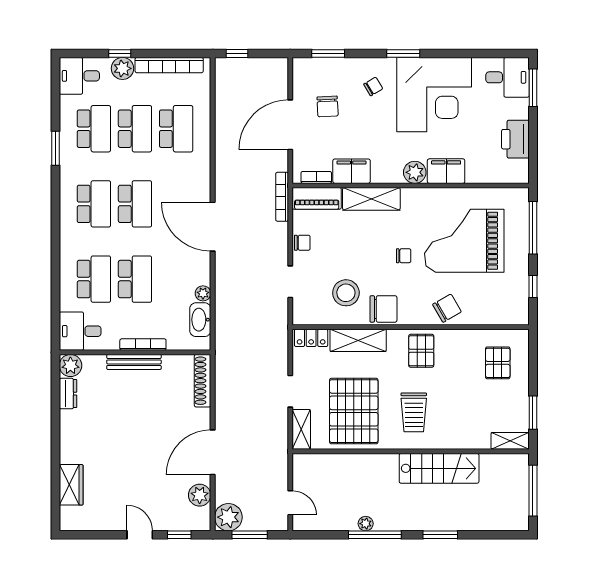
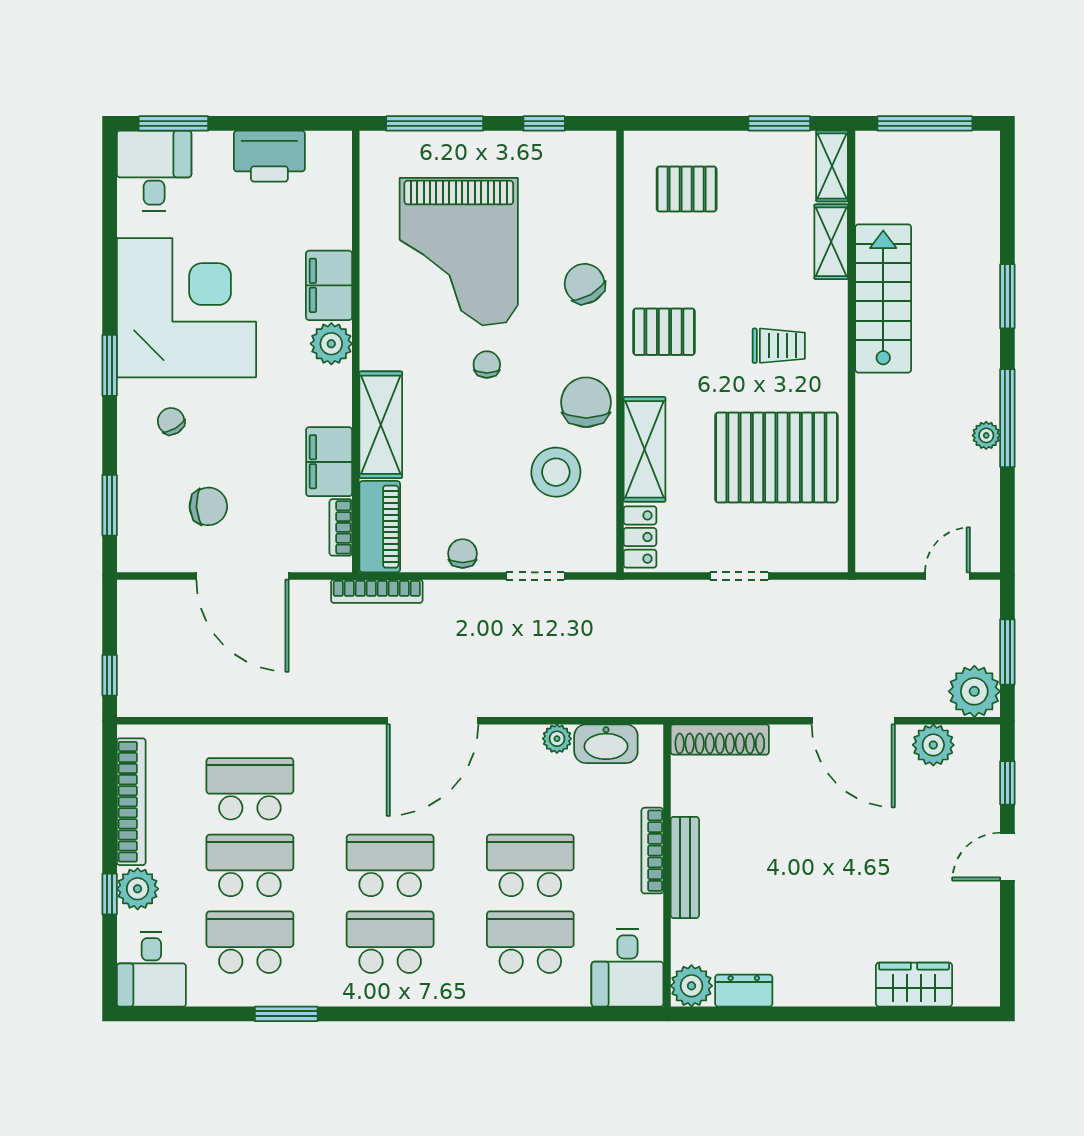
trolley: (414, 412) -> (779, 346), width x0.73, depth x0.72
shelving: (301, 429) -> (831, 242), moved, turned 90

